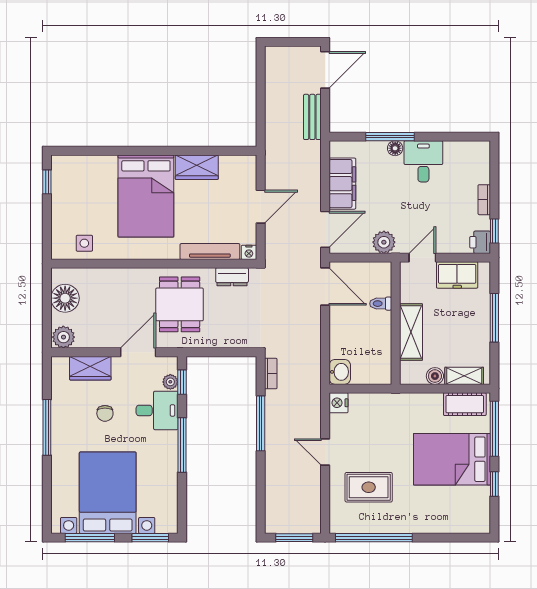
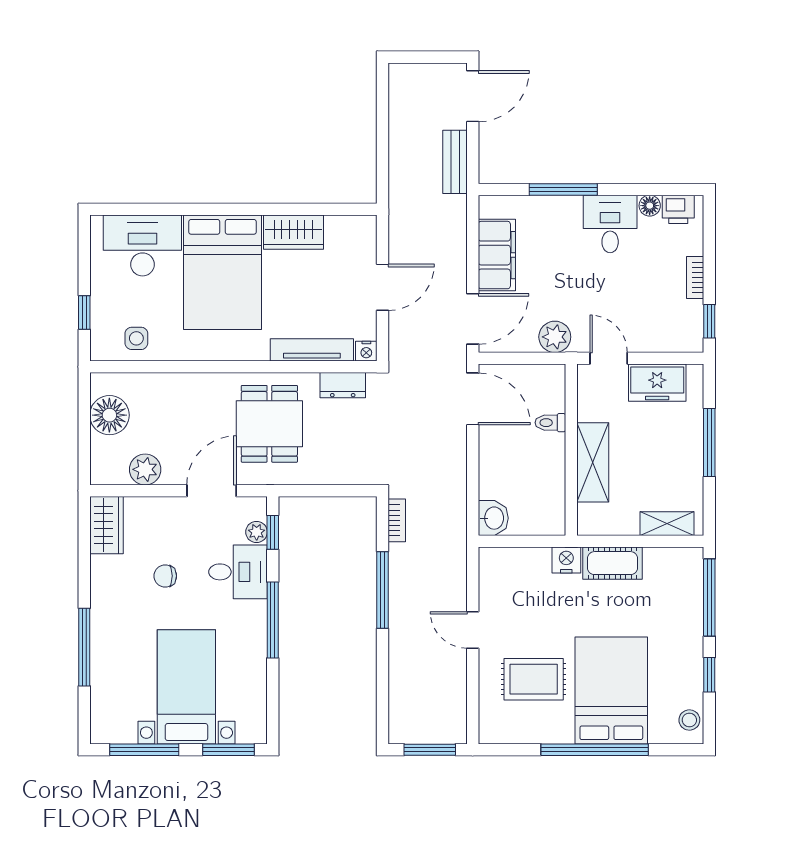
floor lamp: (395, 148) -> (650, 206), moved
desk: (89, 177) -> (142, 245), added
window: (47, 182) -> (84, 313), moved
printer: (480, 242) -> (678, 209), moved, turned -90
door: (422, 258) -> (609, 358), hinge flipped
plant: (63, 337) -> (145, 469), moved
wardrobe: (90, 368) -> (106, 525), moved, turned -90
boiler: (435, 376) -> (626, 524), removed
nightstand: (338, 403) -> (566, 560), moved, turned 90
cot: (465, 404) -> (612, 563), moved
chair: (105, 413) -> (165, 576), turned 90
window: (47, 427) -> (84, 647), moved
bed: (452, 459) -> (611, 690), moved, turned 90
bed with nightstands: (108, 493) -> (186, 687), width x0.73
stool: (480, 516) -> (689, 720), added
window: (374, 538) -> (595, 750), moved

